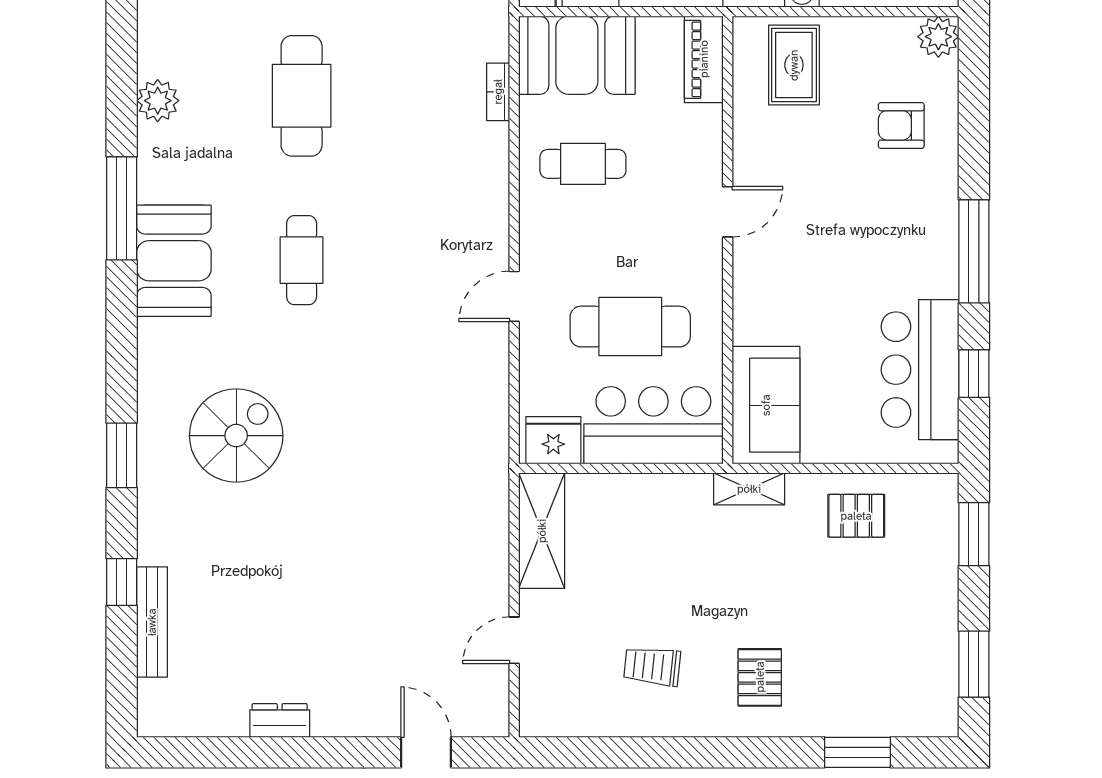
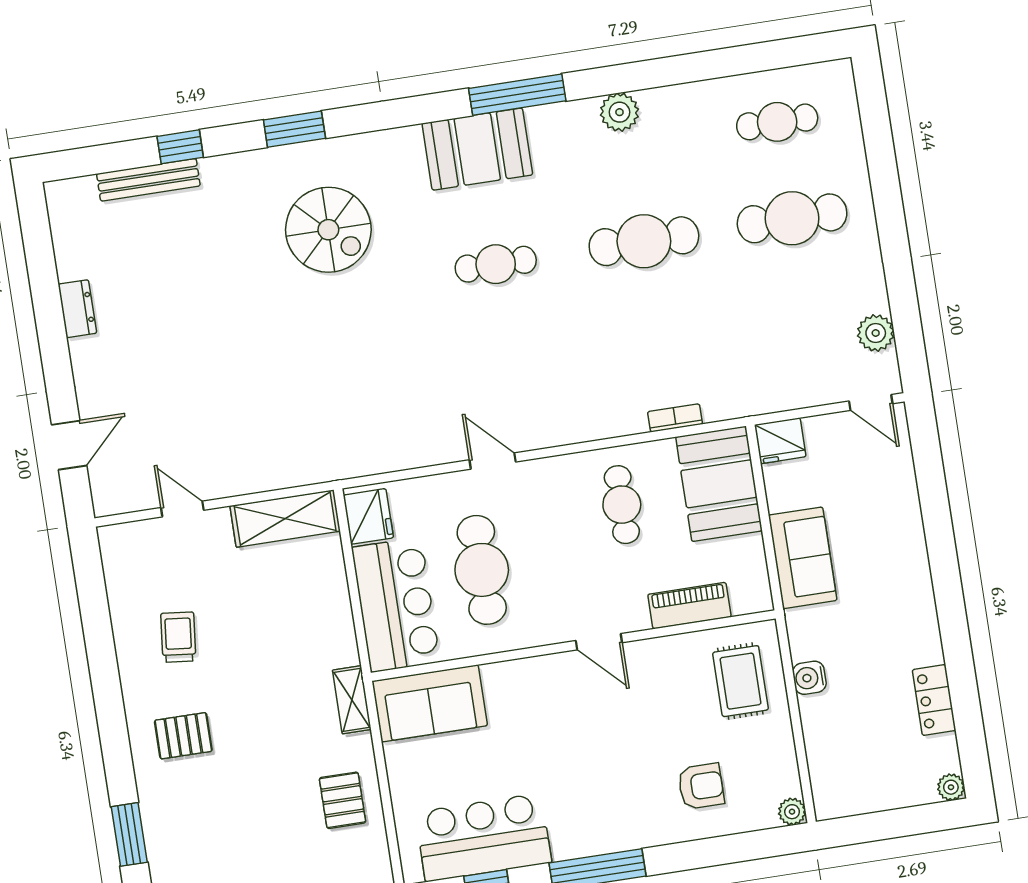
plant: (938, 37) -> (792, 812), width x0.73, depth x0.73
piano: (704, 59) -> (689, 606), moved
rug: (794, 65) -> (740, 681), turned 90
armchair: (901, 125) -> (701, 786), turned 90

